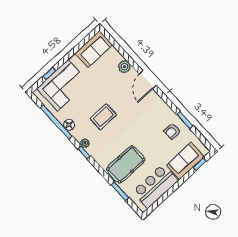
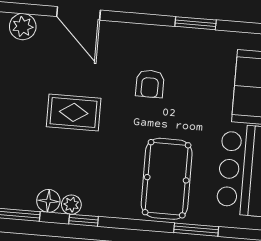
rug: (103, 117) -> (74, 112), moved, turned 90
floor lamp: (69, 125) -> (48, 201), moved
armchair: (172, 131) -> (150, 84), moved

